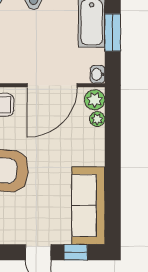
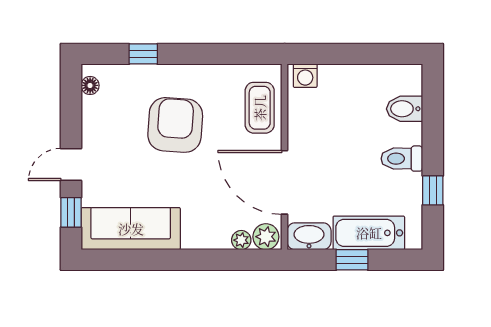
window: (113, 33) -> (352, 260), width x0.67
washbasin: (98, 74) -> (309, 236), width x1.91, depth x1.45

